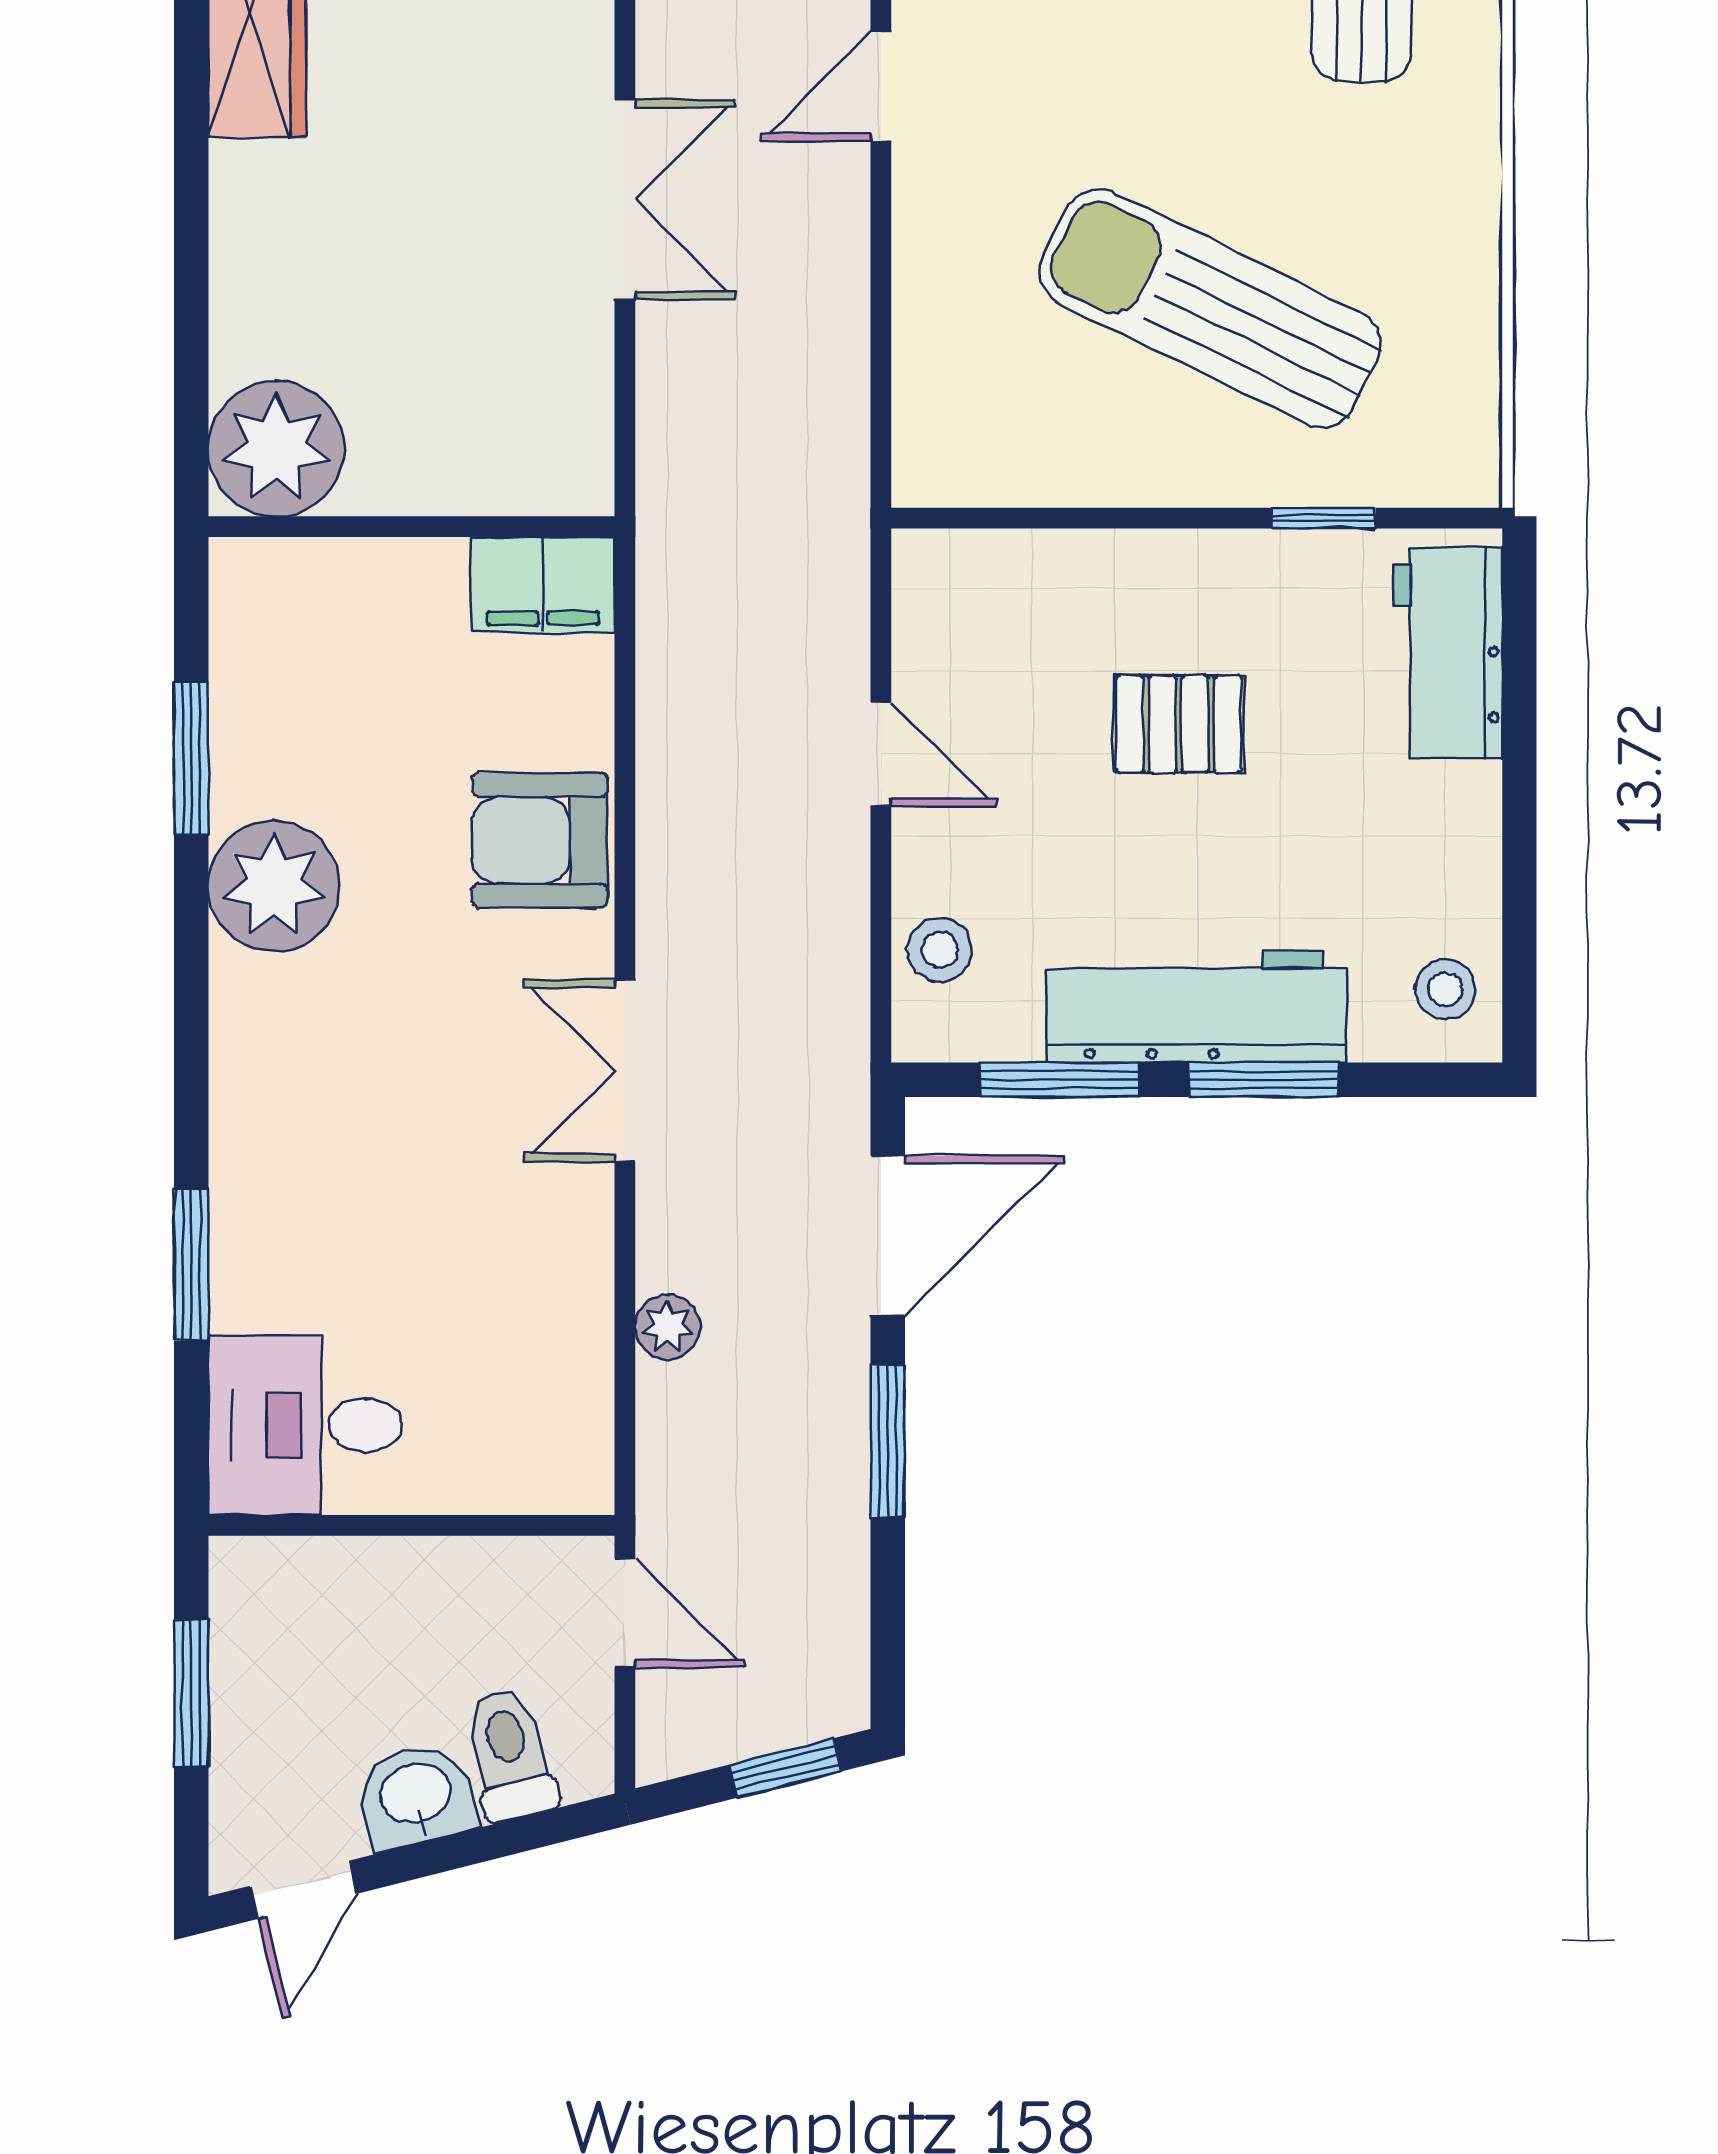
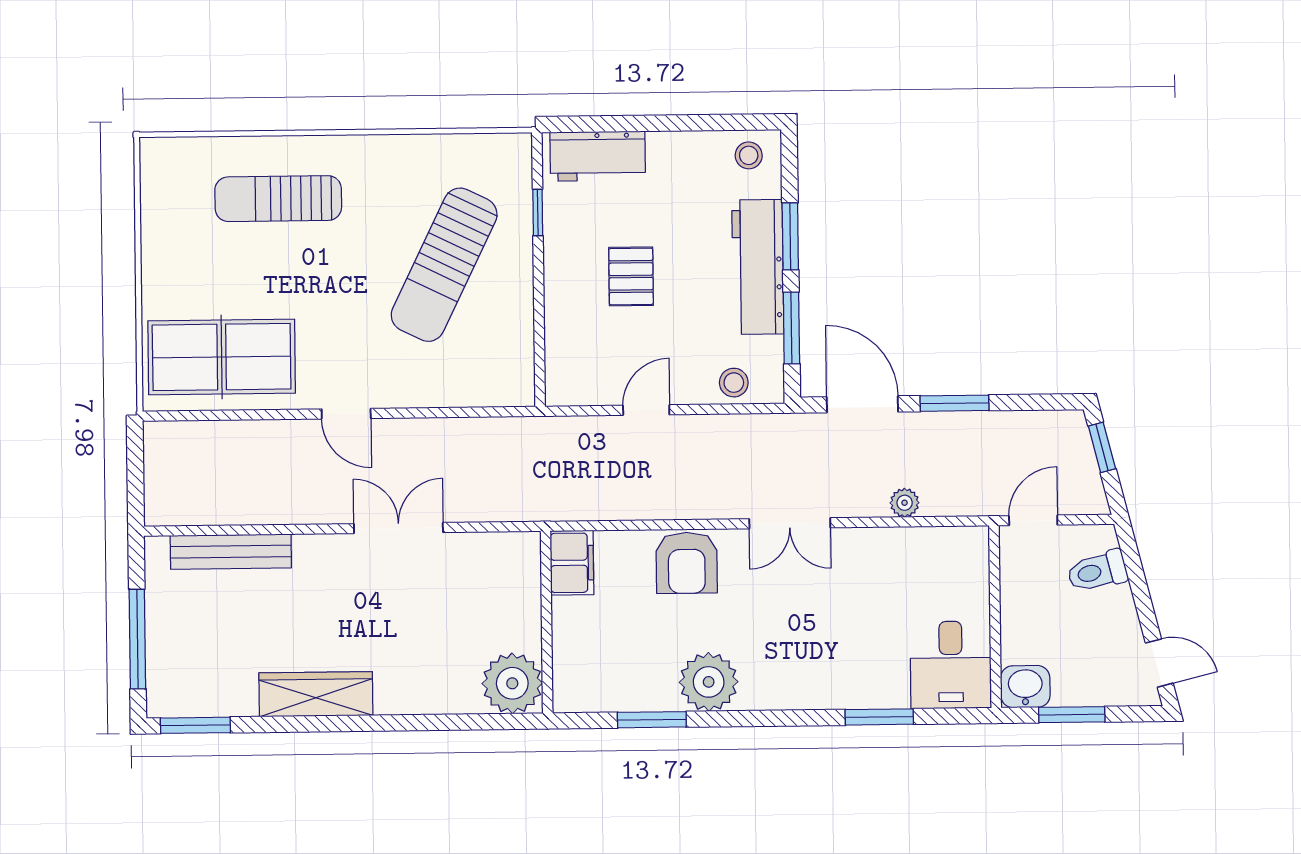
washbasin: (416, 1796) -> (1025, 687), moved, turned 104

